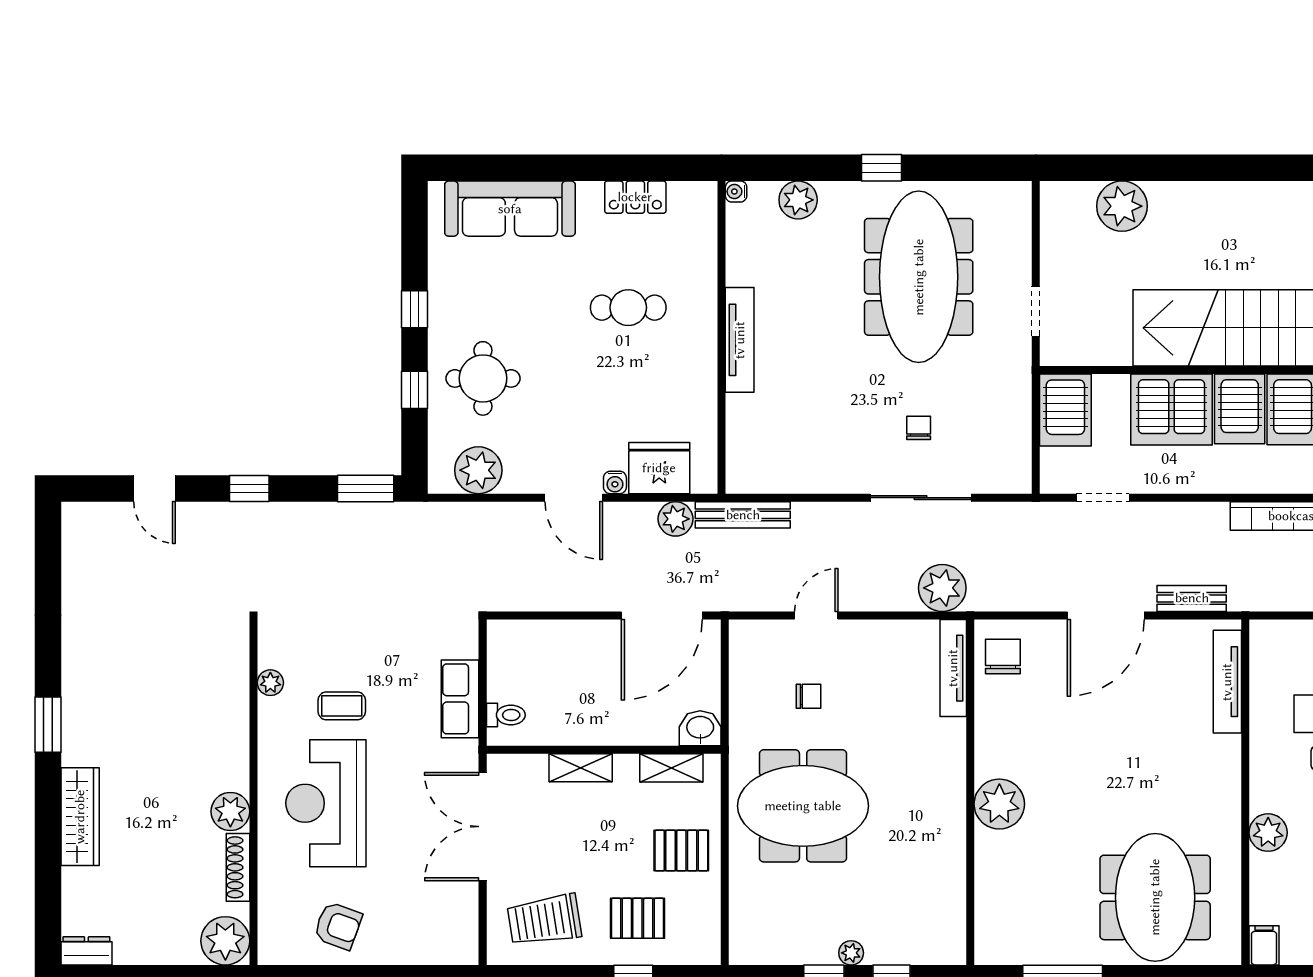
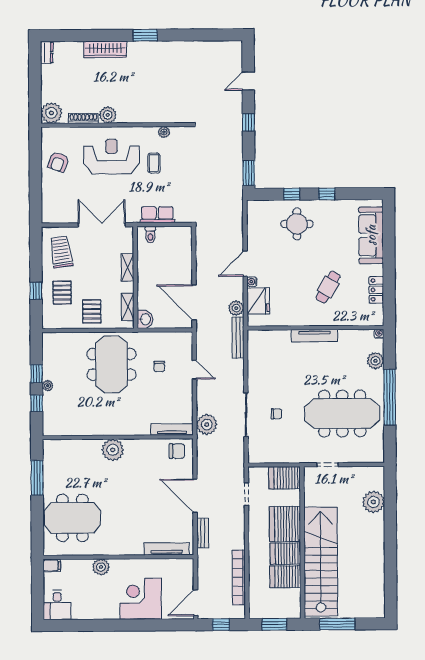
window: (882, 168) -> (390, 397), width x3.17
cafe table: (628, 308) -> (328, 287), turned 30
plant: (478, 470) -> (257, 222), removed

